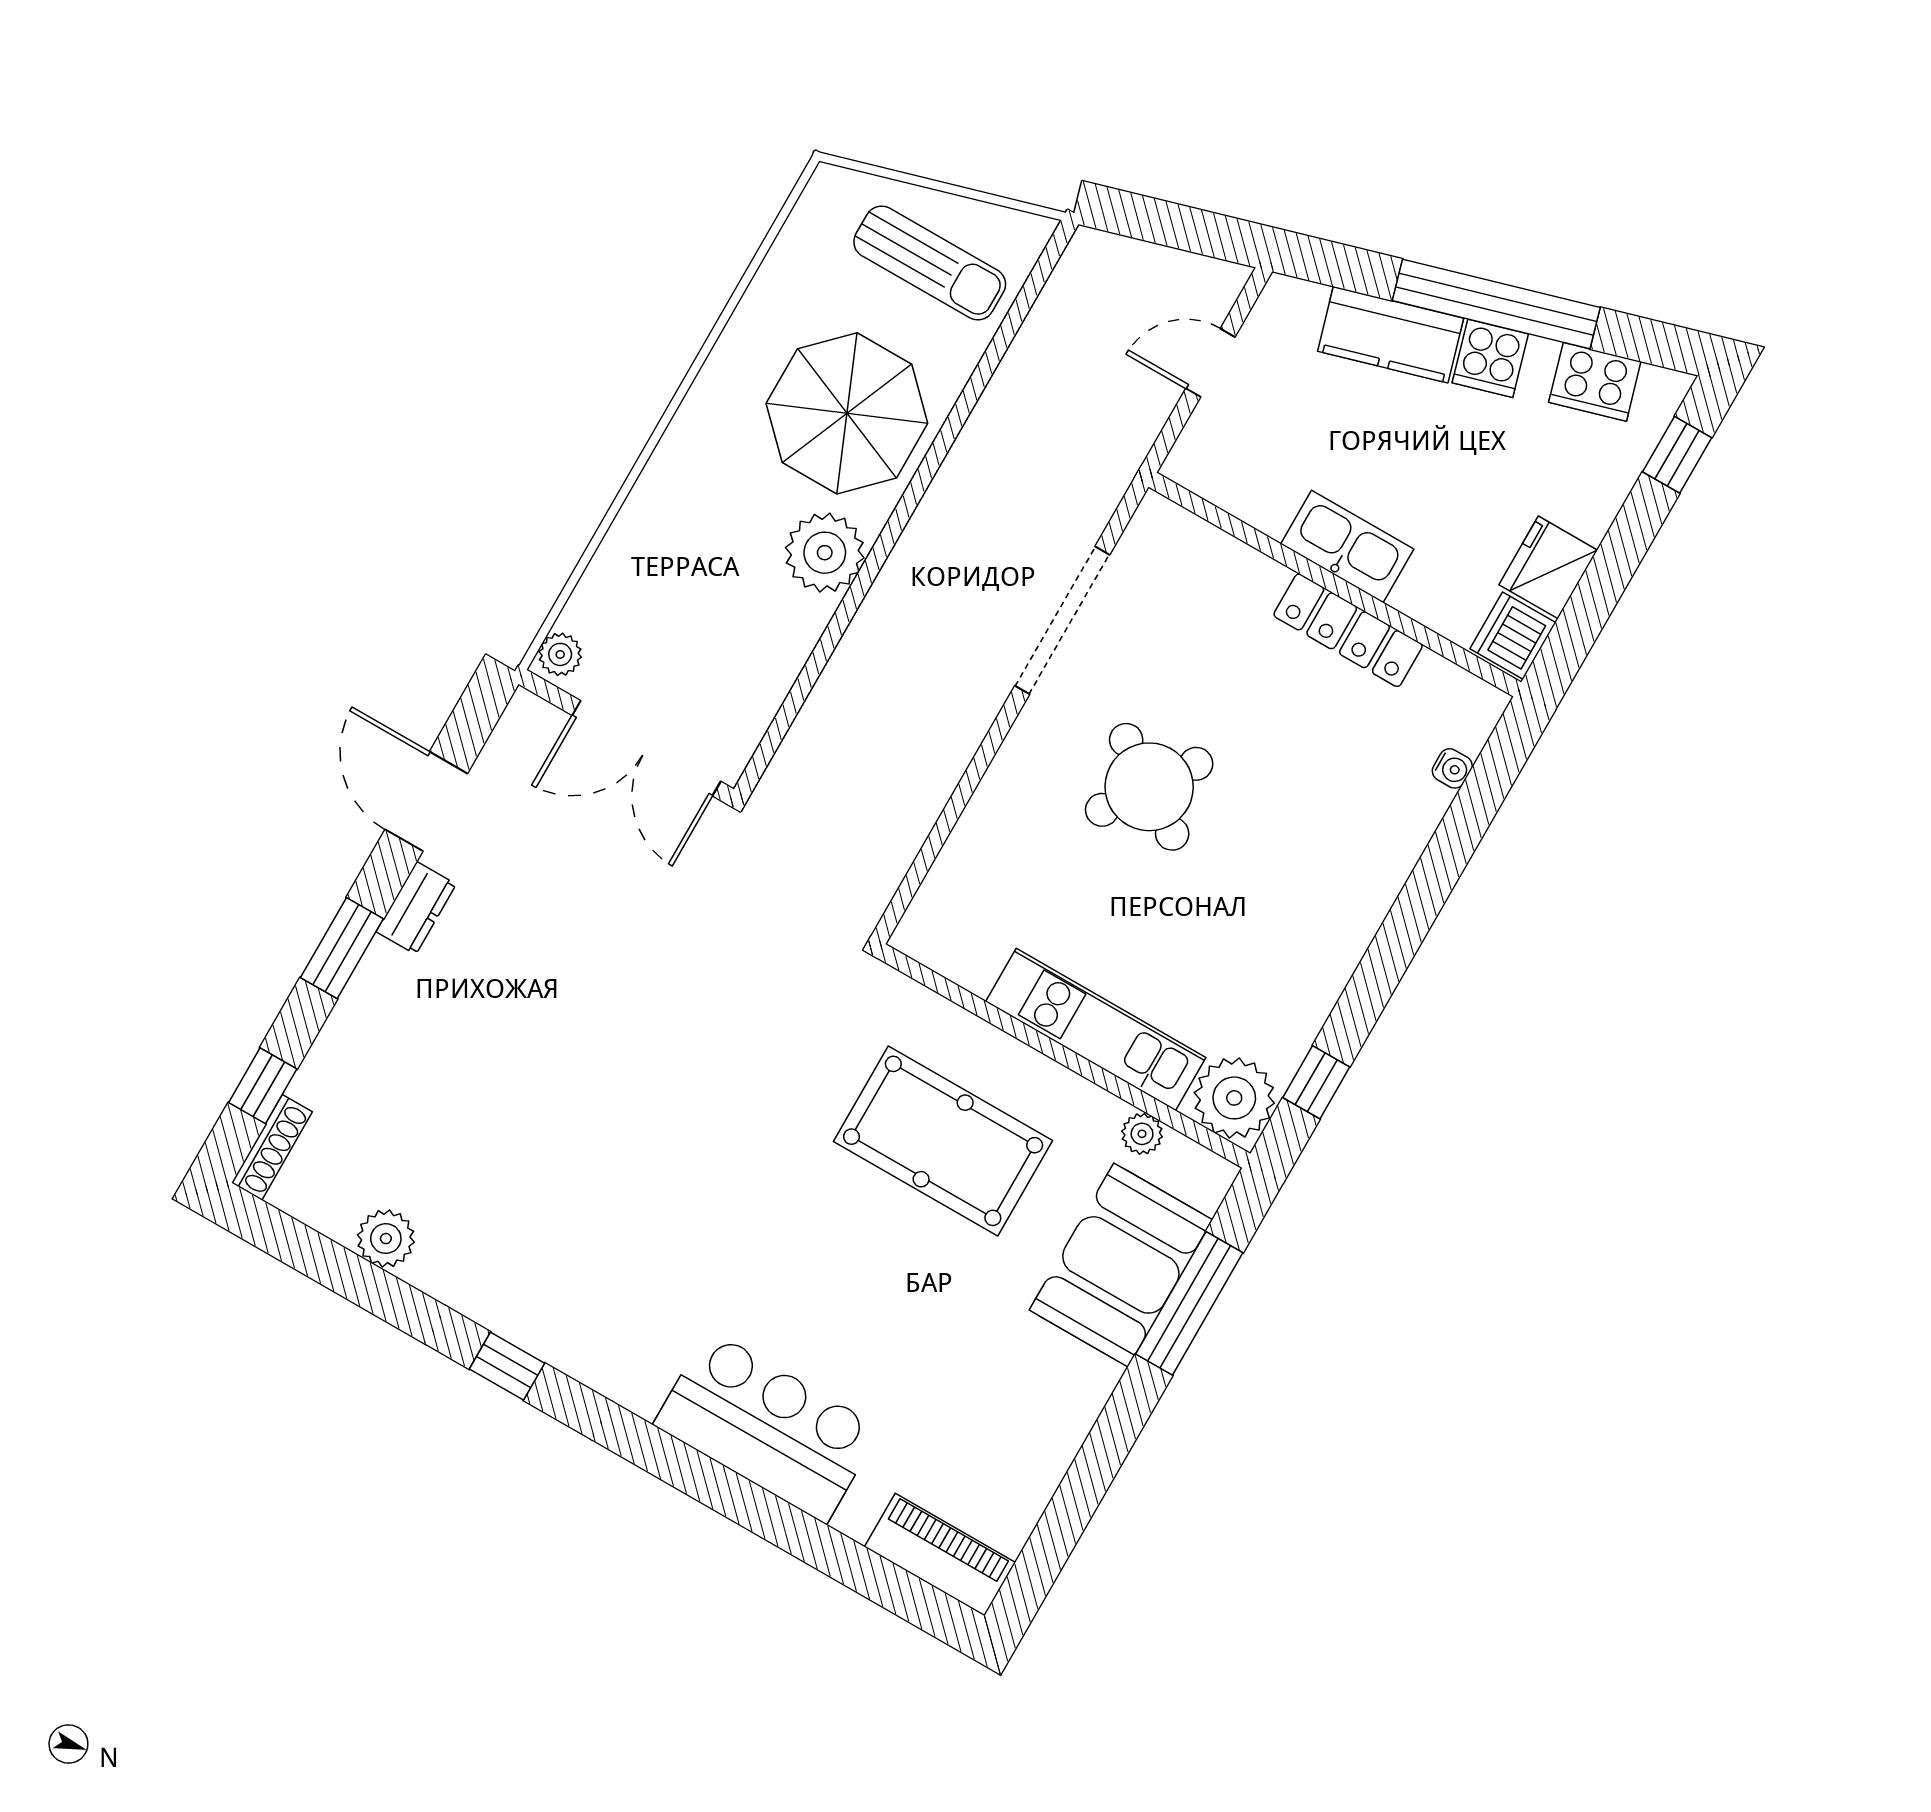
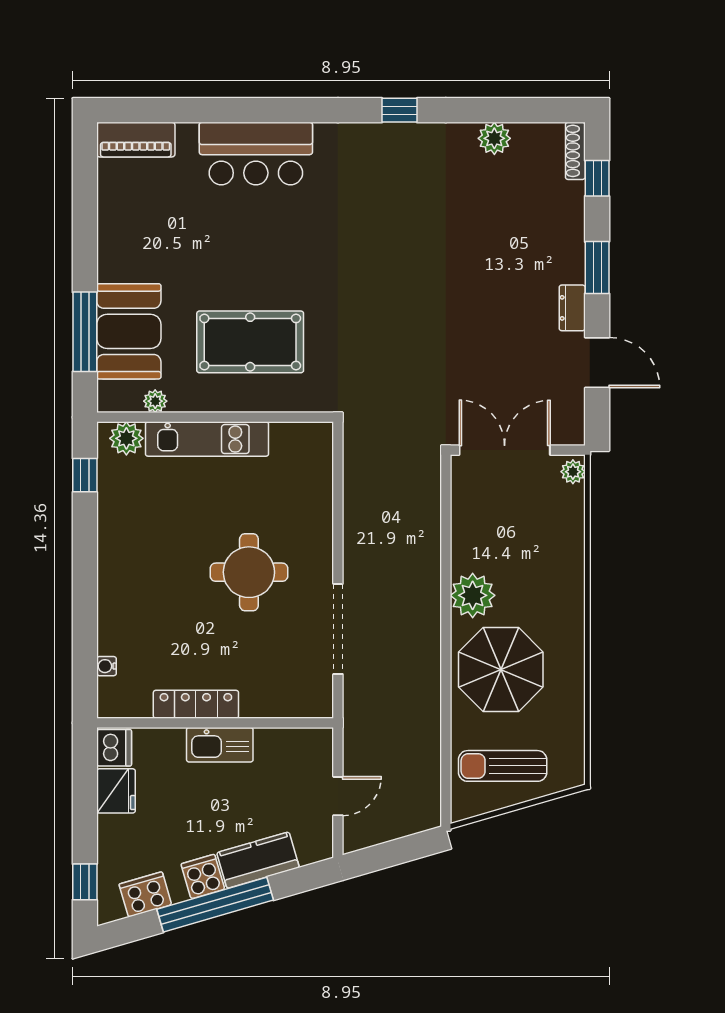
round table: (1149, 787) -> (249, 572), turned -34
plant: (1234, 1098) -> (126, 438), width x0.73, depth x0.73

